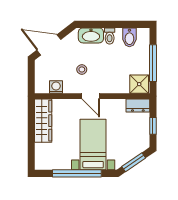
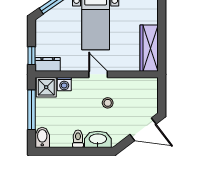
bidet: (129, 37) -> (42, 137), moved
washing machine: (56, 87) -> (64, 84), moved
window: (153, 126) -> (32, 56), moved

